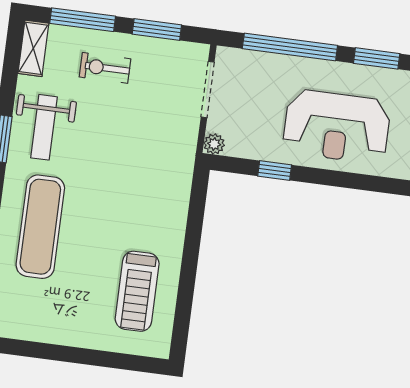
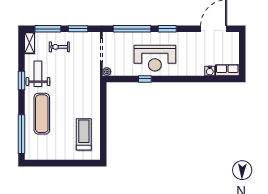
weight bench: (44, 127) -> (38, 74), turned 180
window: (275, 170) -> (145, 79), moved
treadmill: (137, 291) -> (84, 134), turned 180

